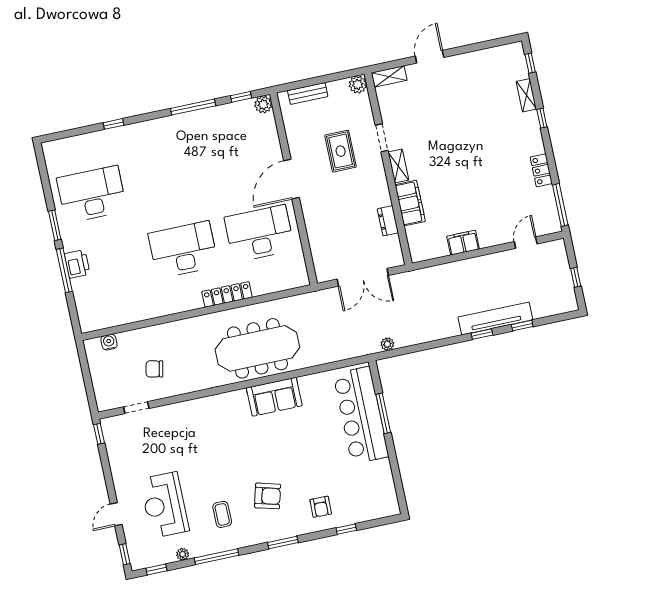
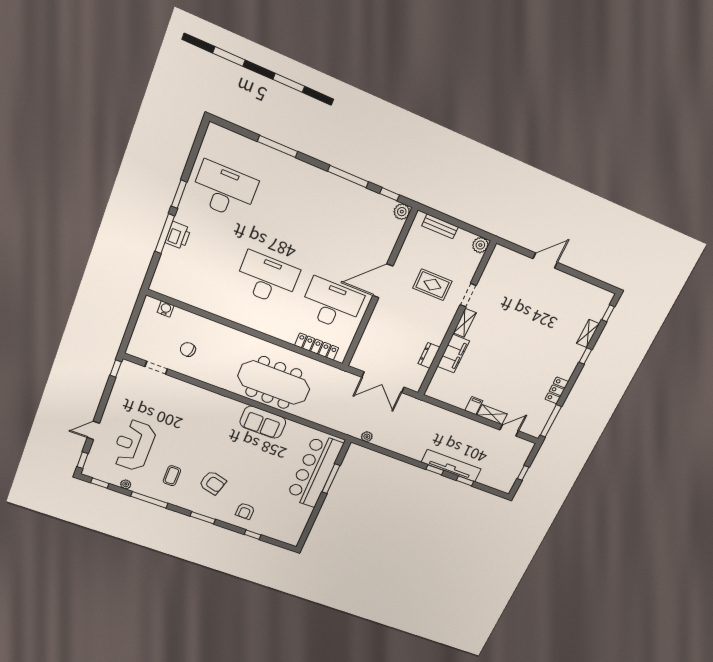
shelving: (389, 76) -> (492, 415), moved
window: (114, 124) -> (278, 146), width x2.17
rug: (341, 151) -> (432, 285), turned 90
filing cabinet: (463, 243) -> (474, 406), width x0.50
locker: (227, 294) -> (317, 347), moved

